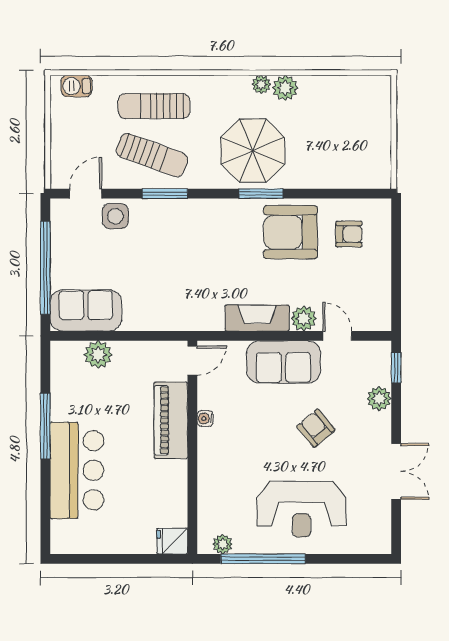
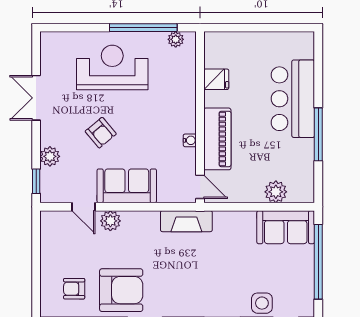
fireplace: (257, 318) -> (186, 221), moved
door: (192, 361) -> (200, 187), swing flipped
fridge: (172, 541) -> (216, 79), moved

